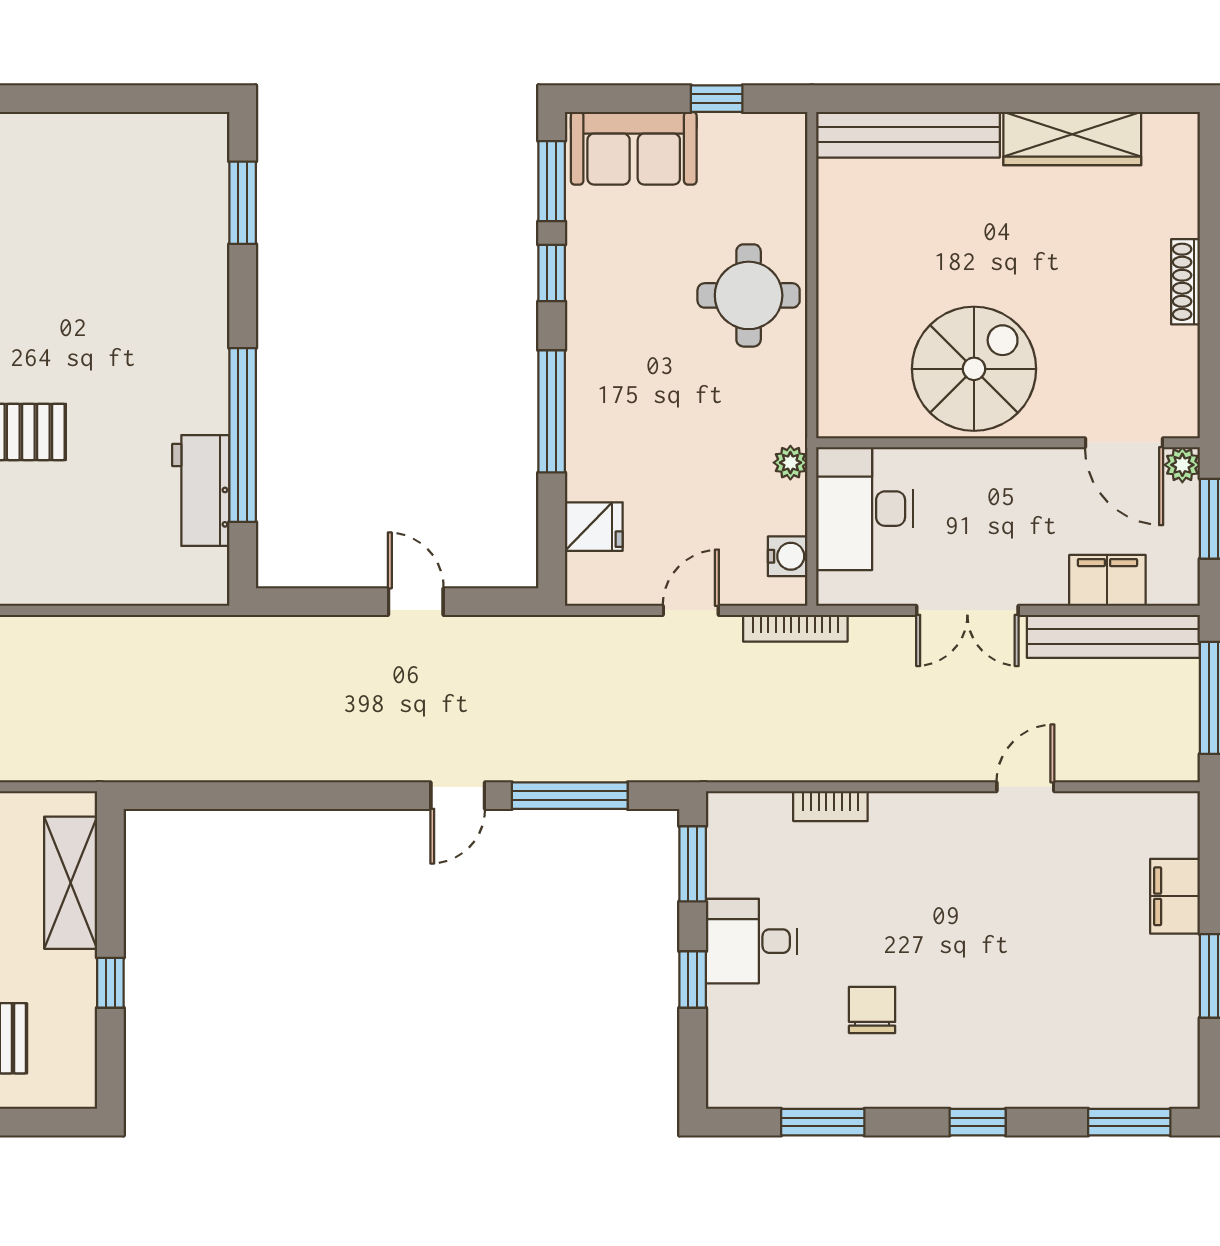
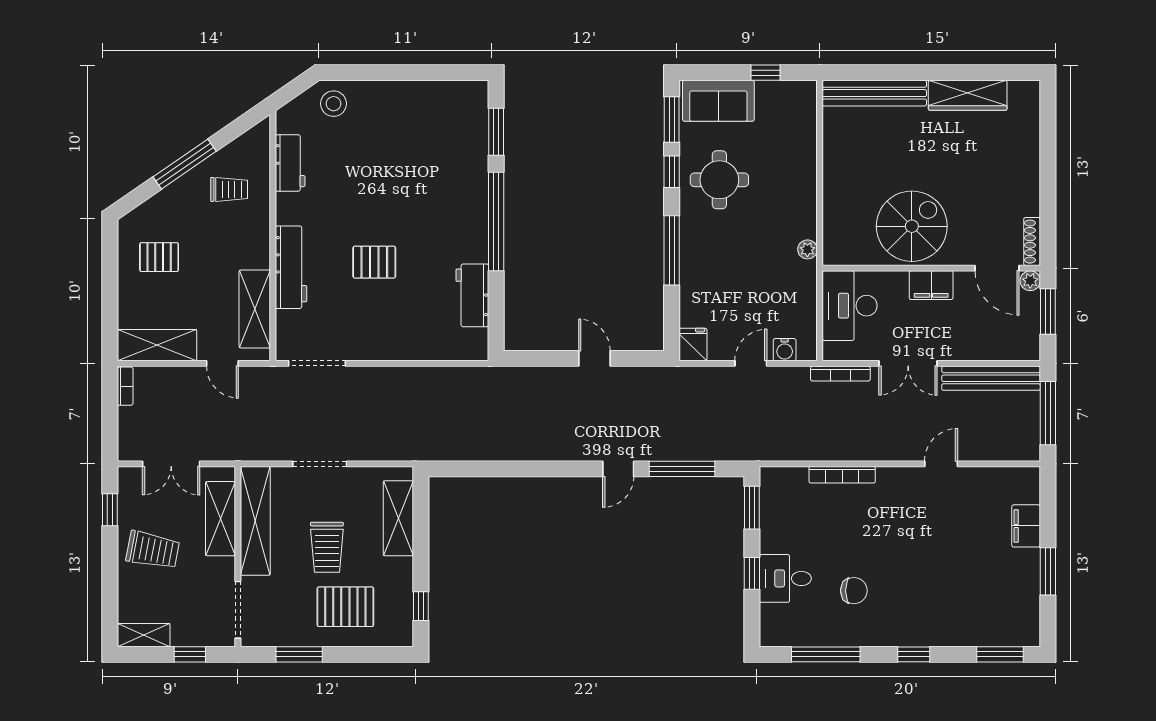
shoe rack: (1186, 282) -> (1032, 242), moved
round table: (749, 295) -> (719, 180), moved
window: (243, 435) -> (496, 221), moved
plant: (790, 463) -> (807, 249), moved
fridge: (594, 527) -> (693, 345), moved, turned -90
water cooler: (788, 556) -> (785, 350), moved, turned 90
filing cabinet: (1107, 580) -> (931, 285), moved, turned 180
bookcase: (795, 628) -> (840, 374), moved
bookcase: (830, 806) -> (842, 475), width x1.56
desk: (751, 941) -> (785, 578), moved
window: (110, 983) -> (421, 606), moved
chair: (872, 1010) -> (854, 591), turned 90
window: (823, 1122) -> (826, 654), width x1.44

